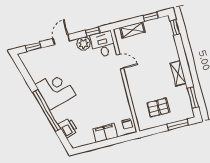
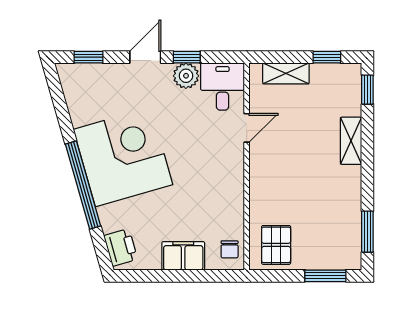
window: (93, 32) -> (187, 57), moved
door: (120, 62) -> (247, 128), hinge flipped
shelving: (178, 73) -> (351, 141), moved
corner desk: (55, 90) -> (123, 157), width x1.36, depth x1.36
pallet: (158, 108) -> (276, 245), moved, turned 90
printer: (68, 128) -> (121, 247), moved

